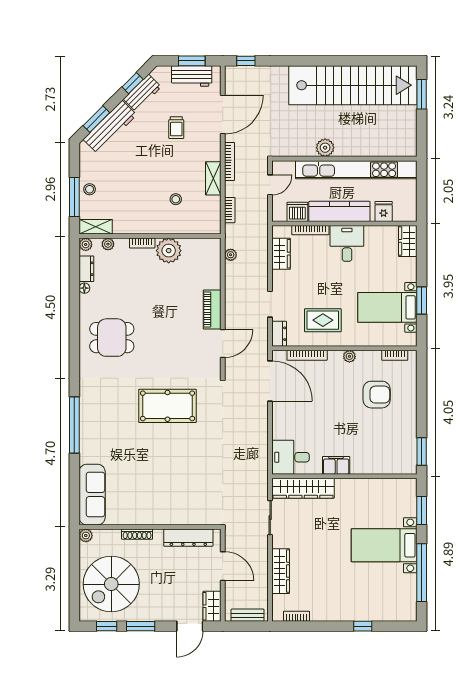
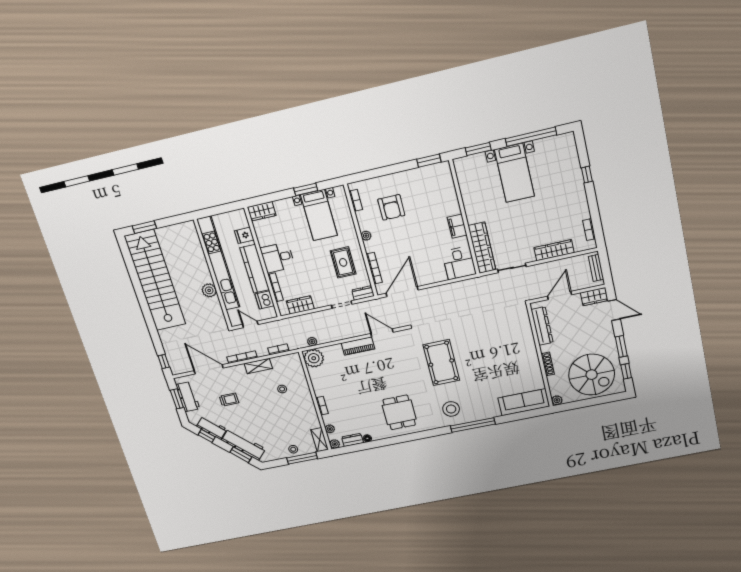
plant: (169, 251) -> (314, 358), moved
armchair: (377, 395) -> (391, 207), turned 180
stool: (102, 403) -> (451, 409), added

